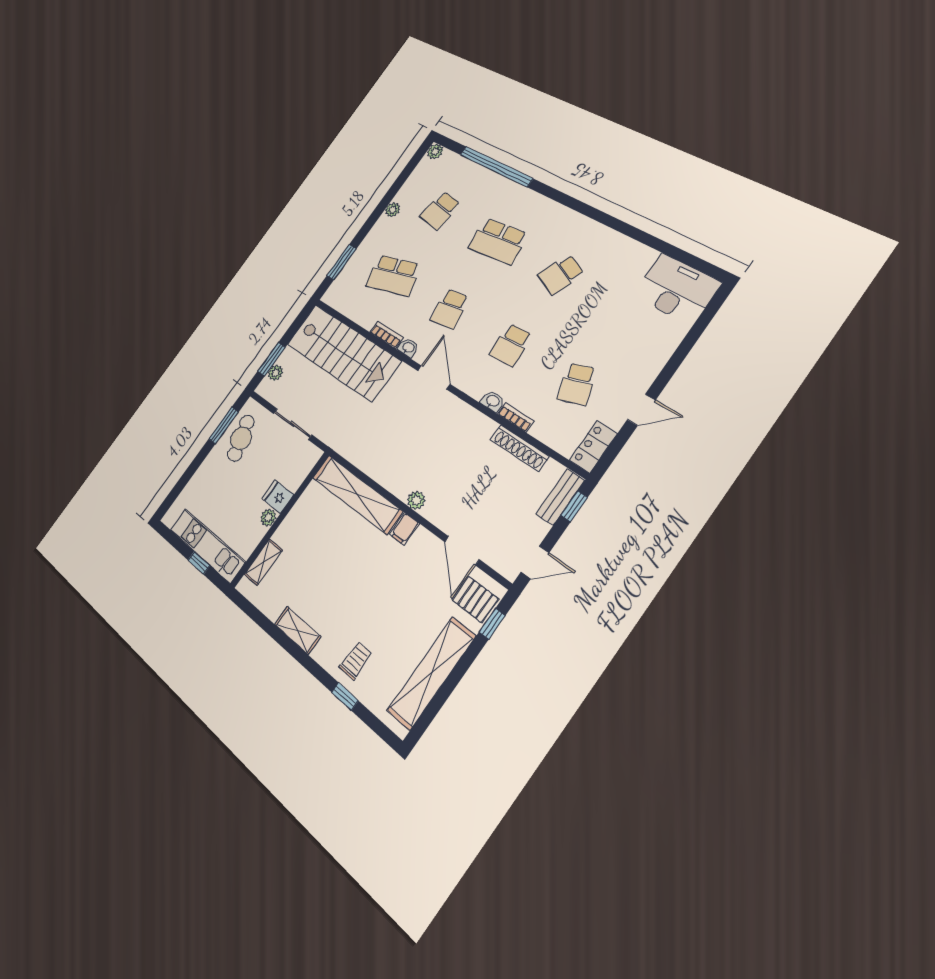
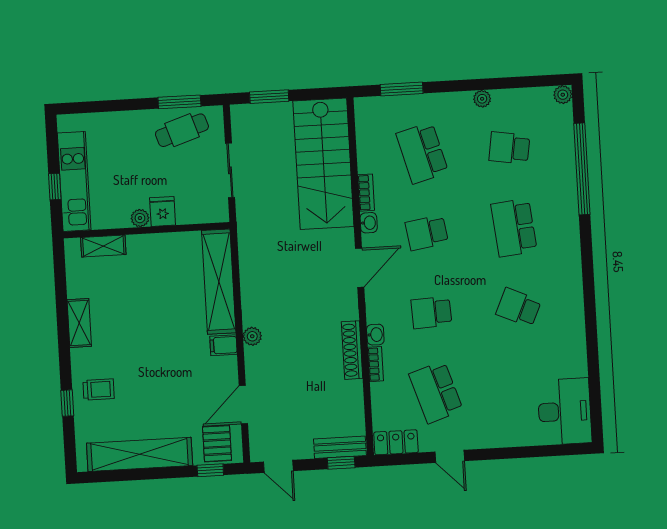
plant: (275, 373) -> (260, 112), removed
school desk: (577, 384) -> (436, 392), width x1.85
shoe rack: (520, 448) -> (352, 350), moved

